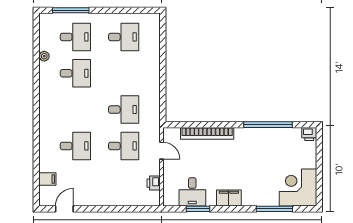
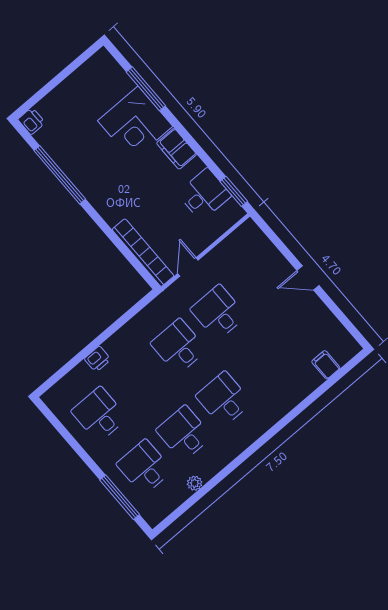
bookcase: (207, 133) -> (143, 253), moved
desk: (75, 146) -> (224, 399), moved
printer: (154, 183) -> (98, 359), moved
corner desk: (298, 188) -> (135, 124), moved
door: (64, 209) -> (308, 278), moved
window: (198, 209) -> (234, 191), moved

